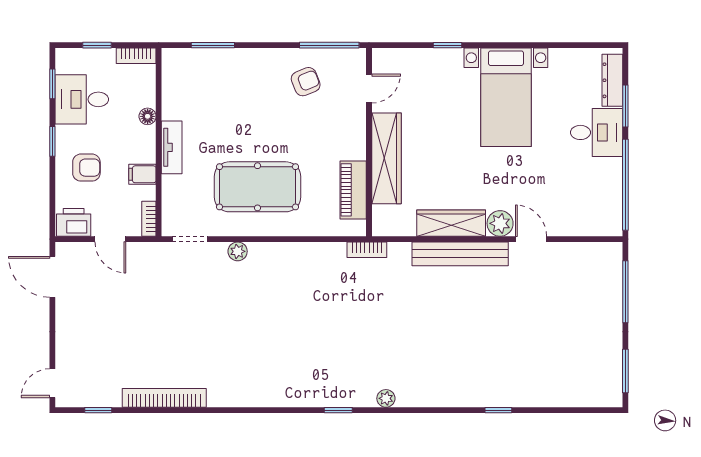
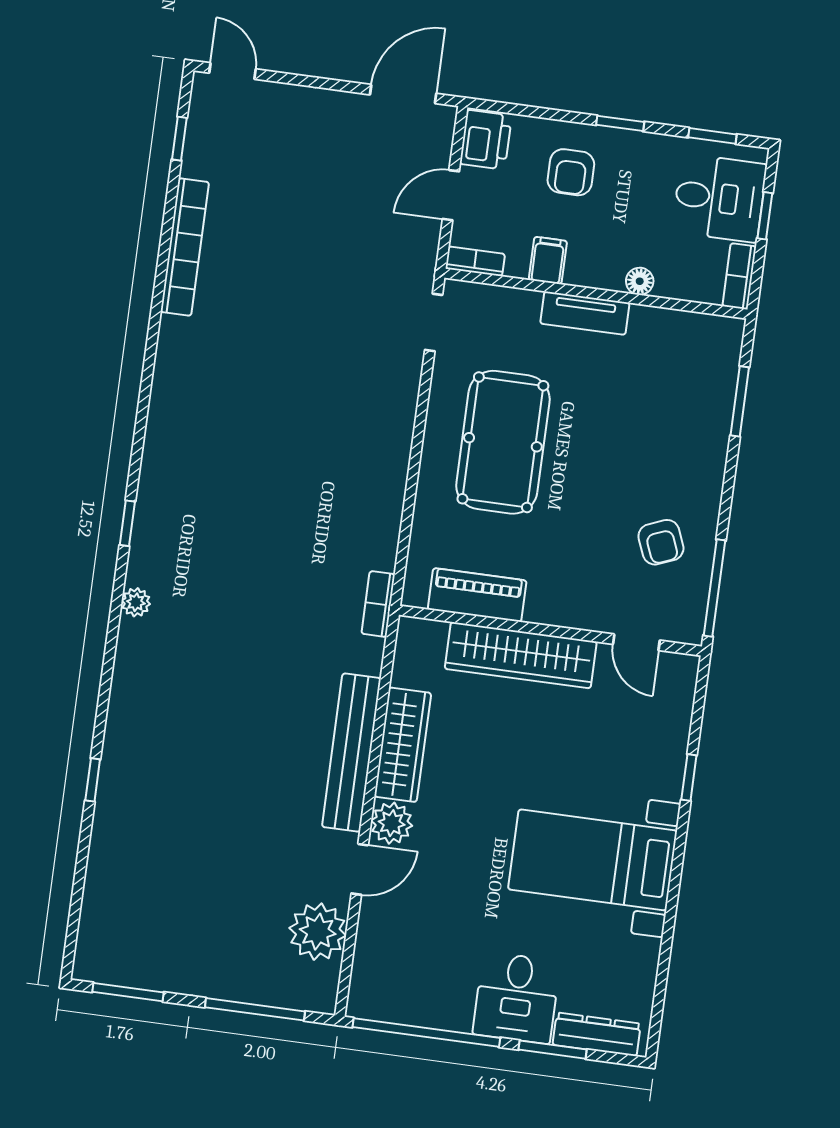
desk: (82, 99) -> (719, 198), moved, turned 90
plant: (238, 251) -> (318, 932), moved, width x1.88, depth x1.88

